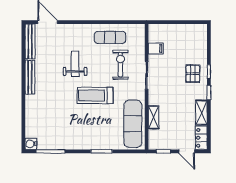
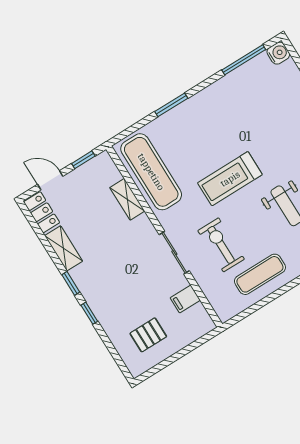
exercise bike: (120, 65) -> (221, 245), turned 180
pallet: (193, 74) -> (148, 335), moved, turned 90
treadmill: (95, 95) -> (230, 179), turned 180

